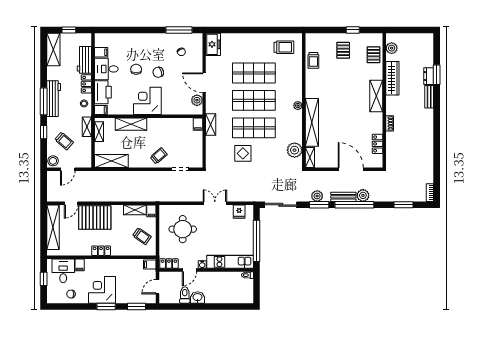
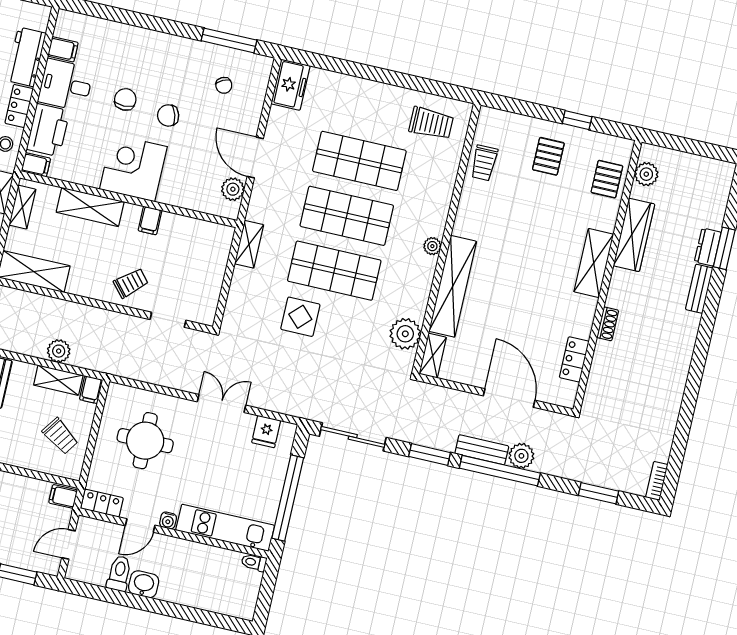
filing cabinet: (198, 124) -> (150, 221), moved
plant: (317, 196) -> (59, 351), moved

